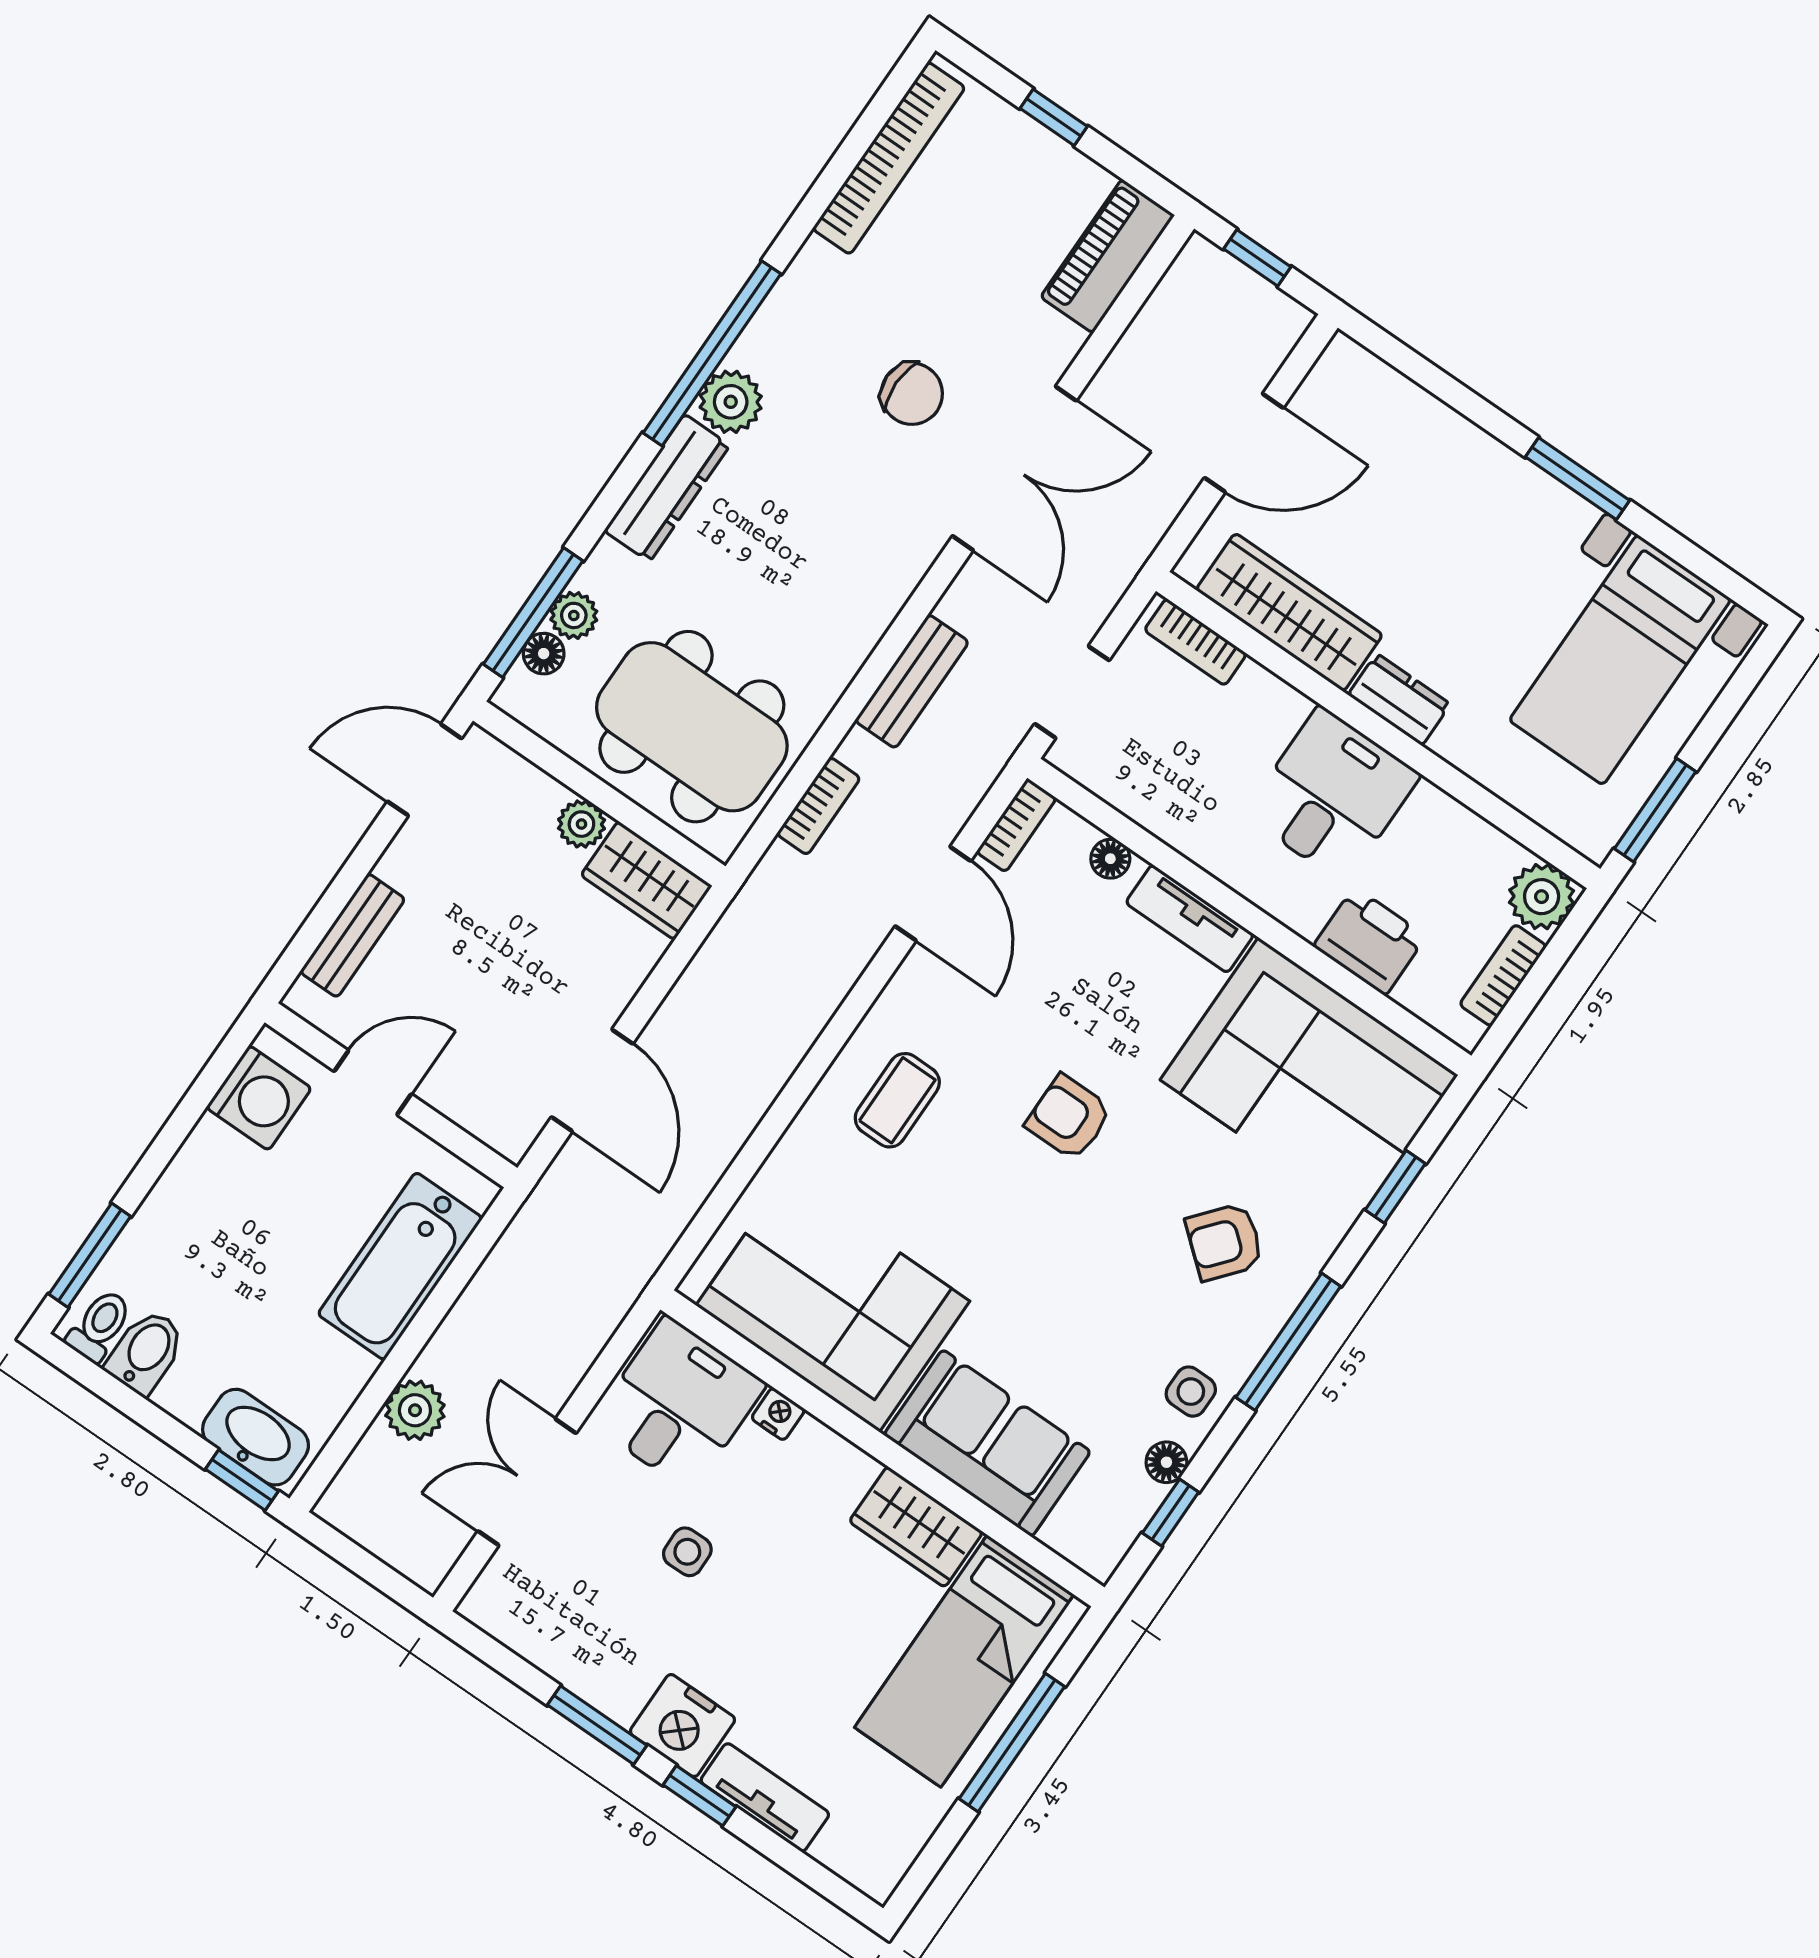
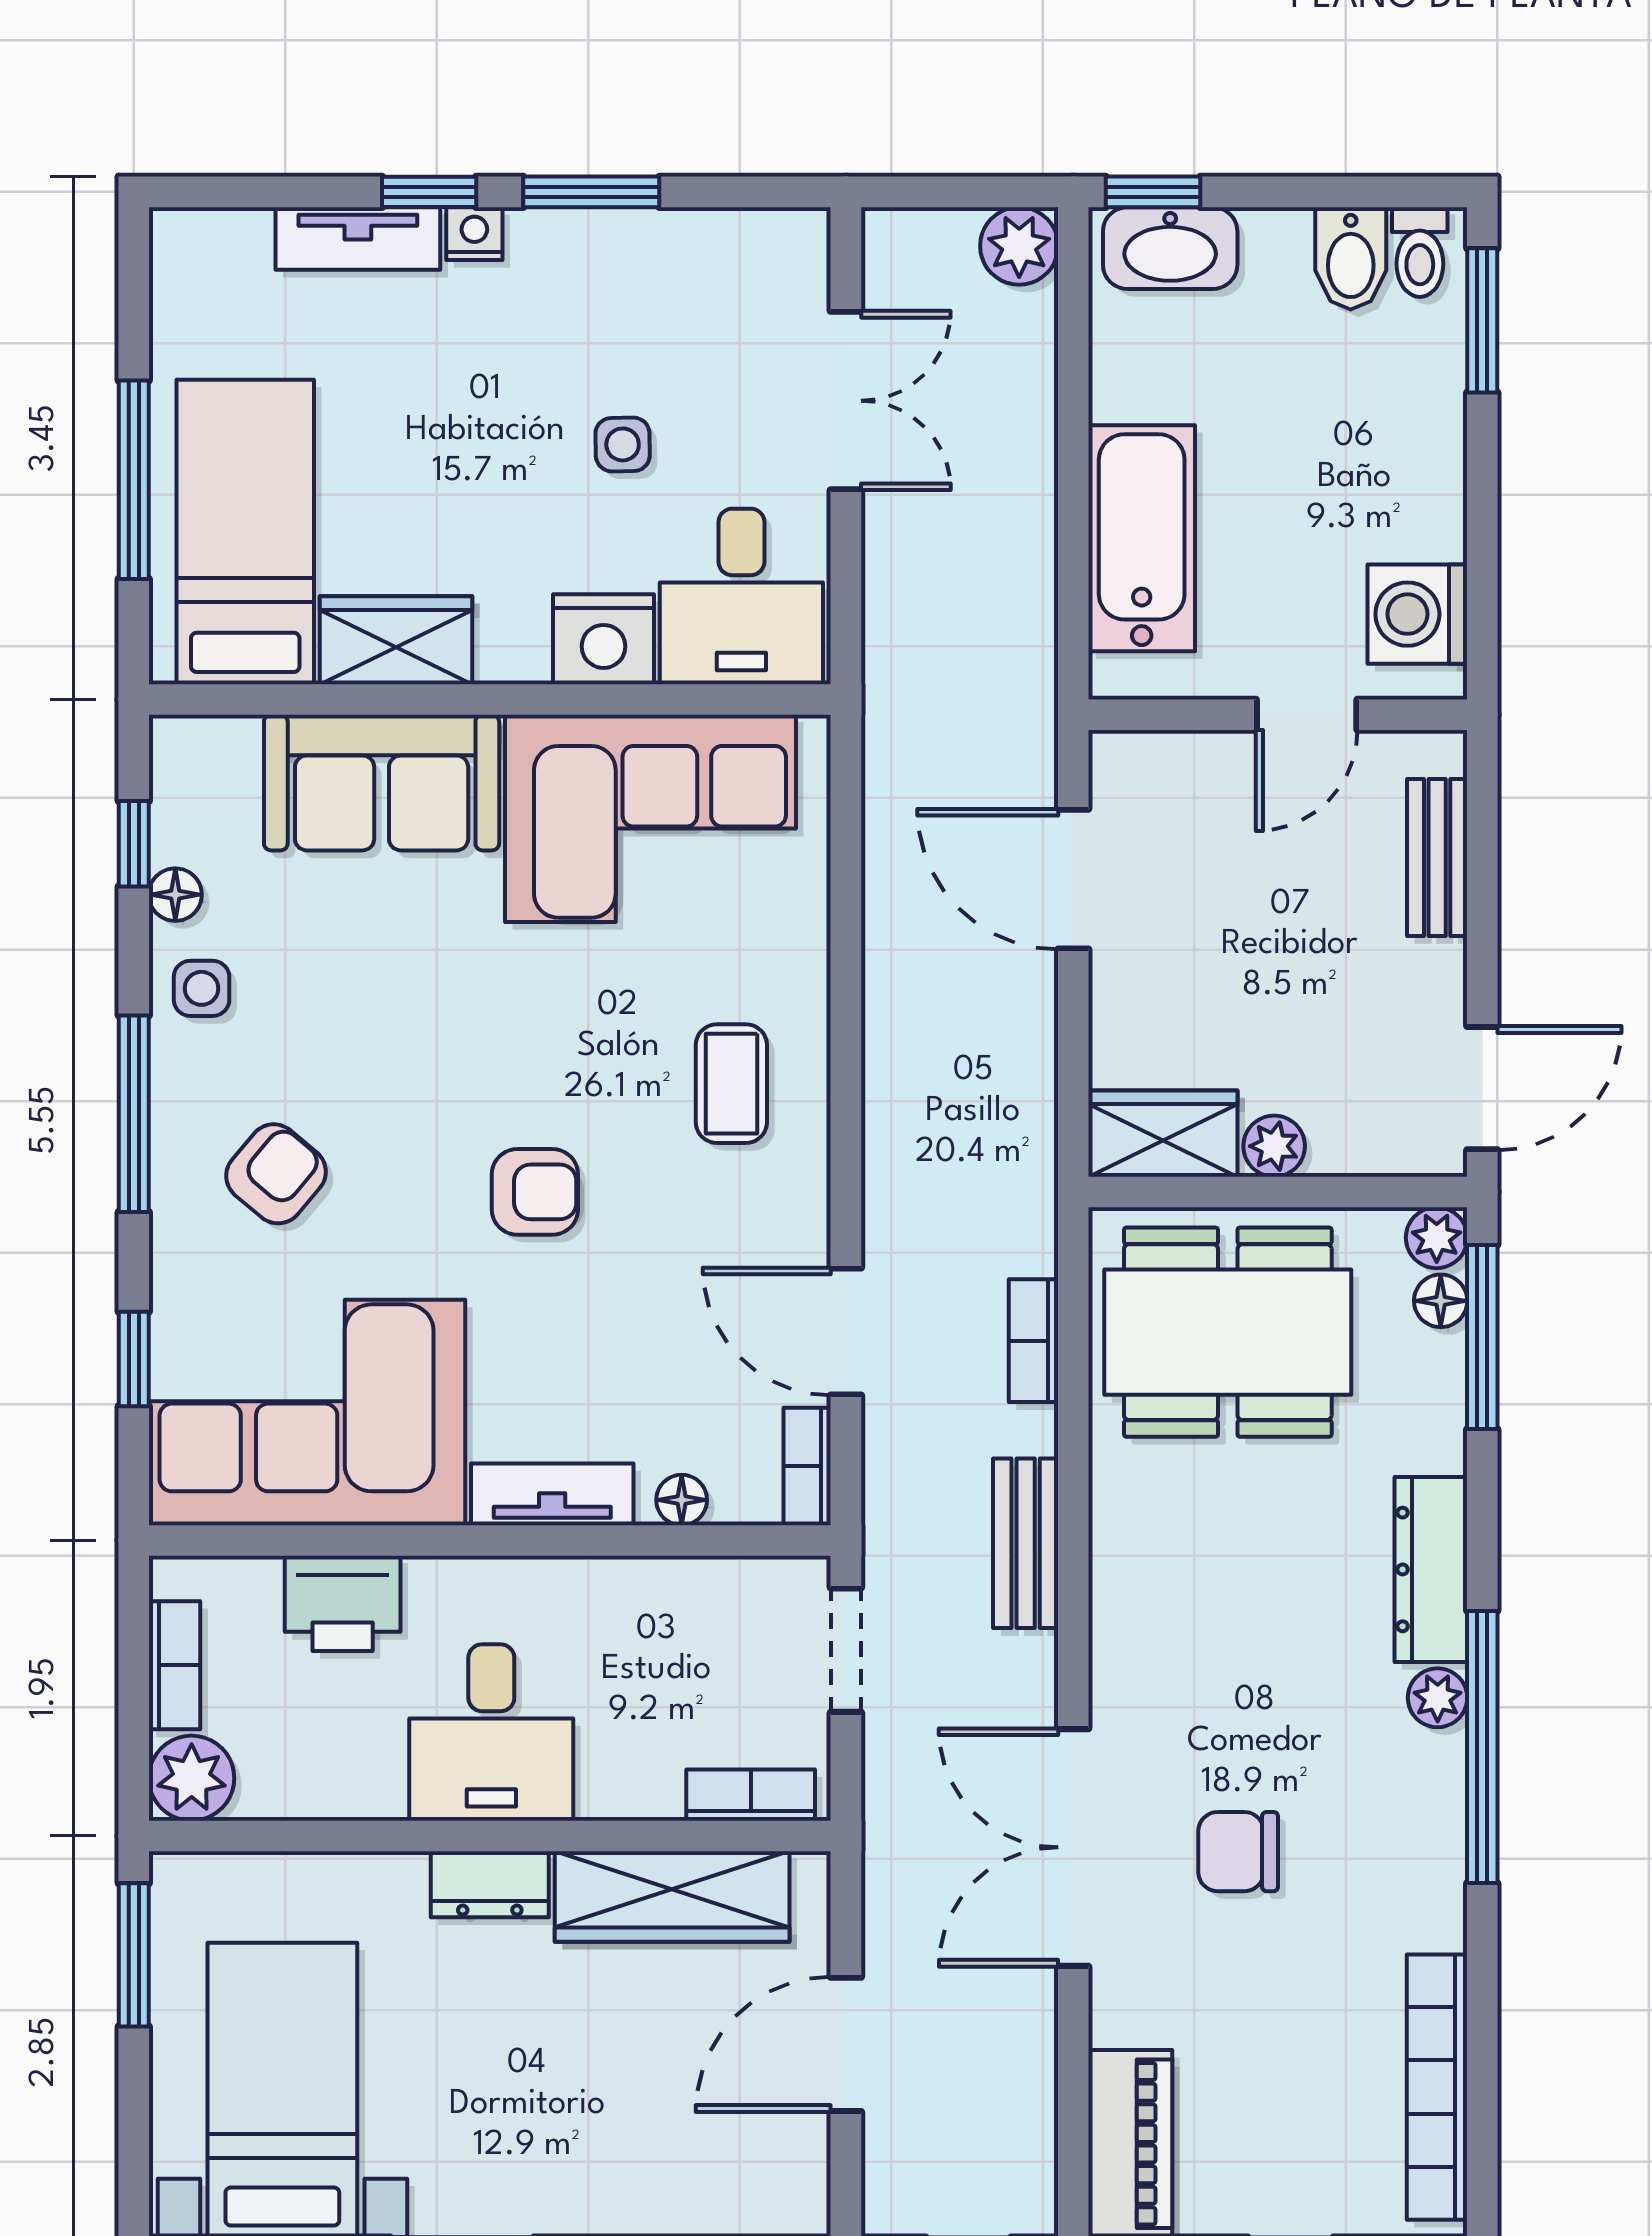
plant: (731, 402) -> (1438, 1698), width x0.73, depth x0.73
plant: (574, 615) -> (1437, 1238), moved
plant: (415, 1410) -> (1019, 246), moved
nightstand: (778, 1414) -> (604, 639), width x1.89, depth x1.79
nightstand: (682, 1726) -> (474, 234), width x0.53, depth x0.56

